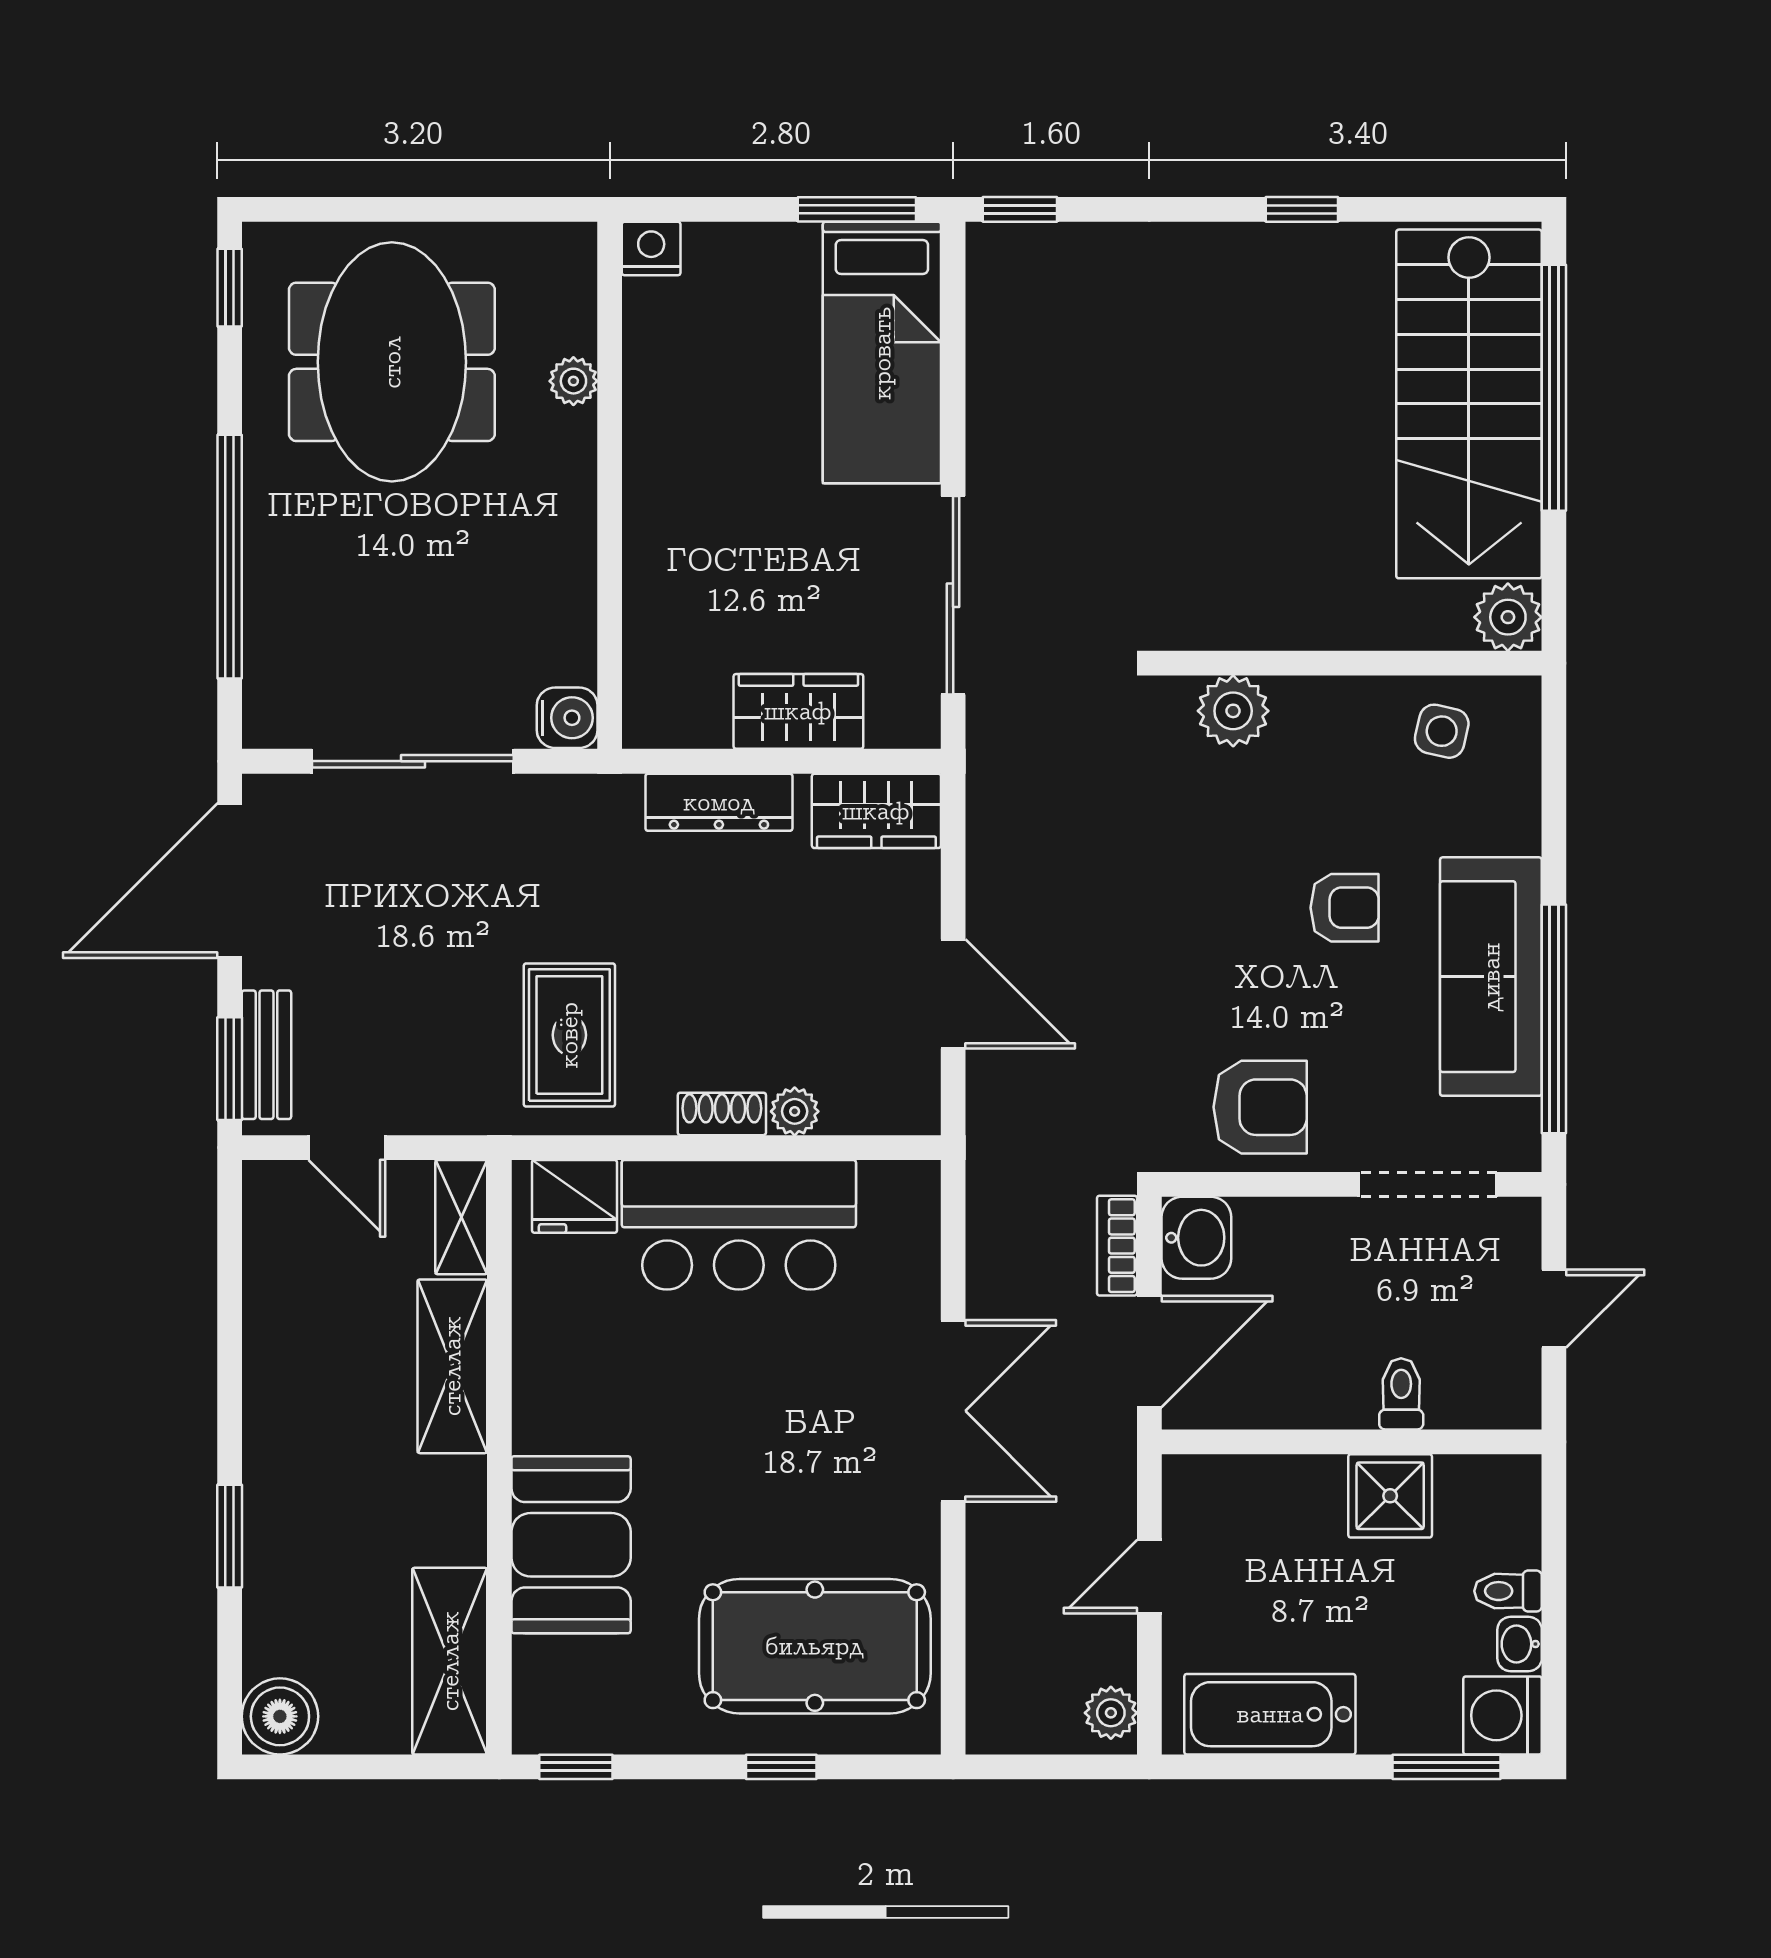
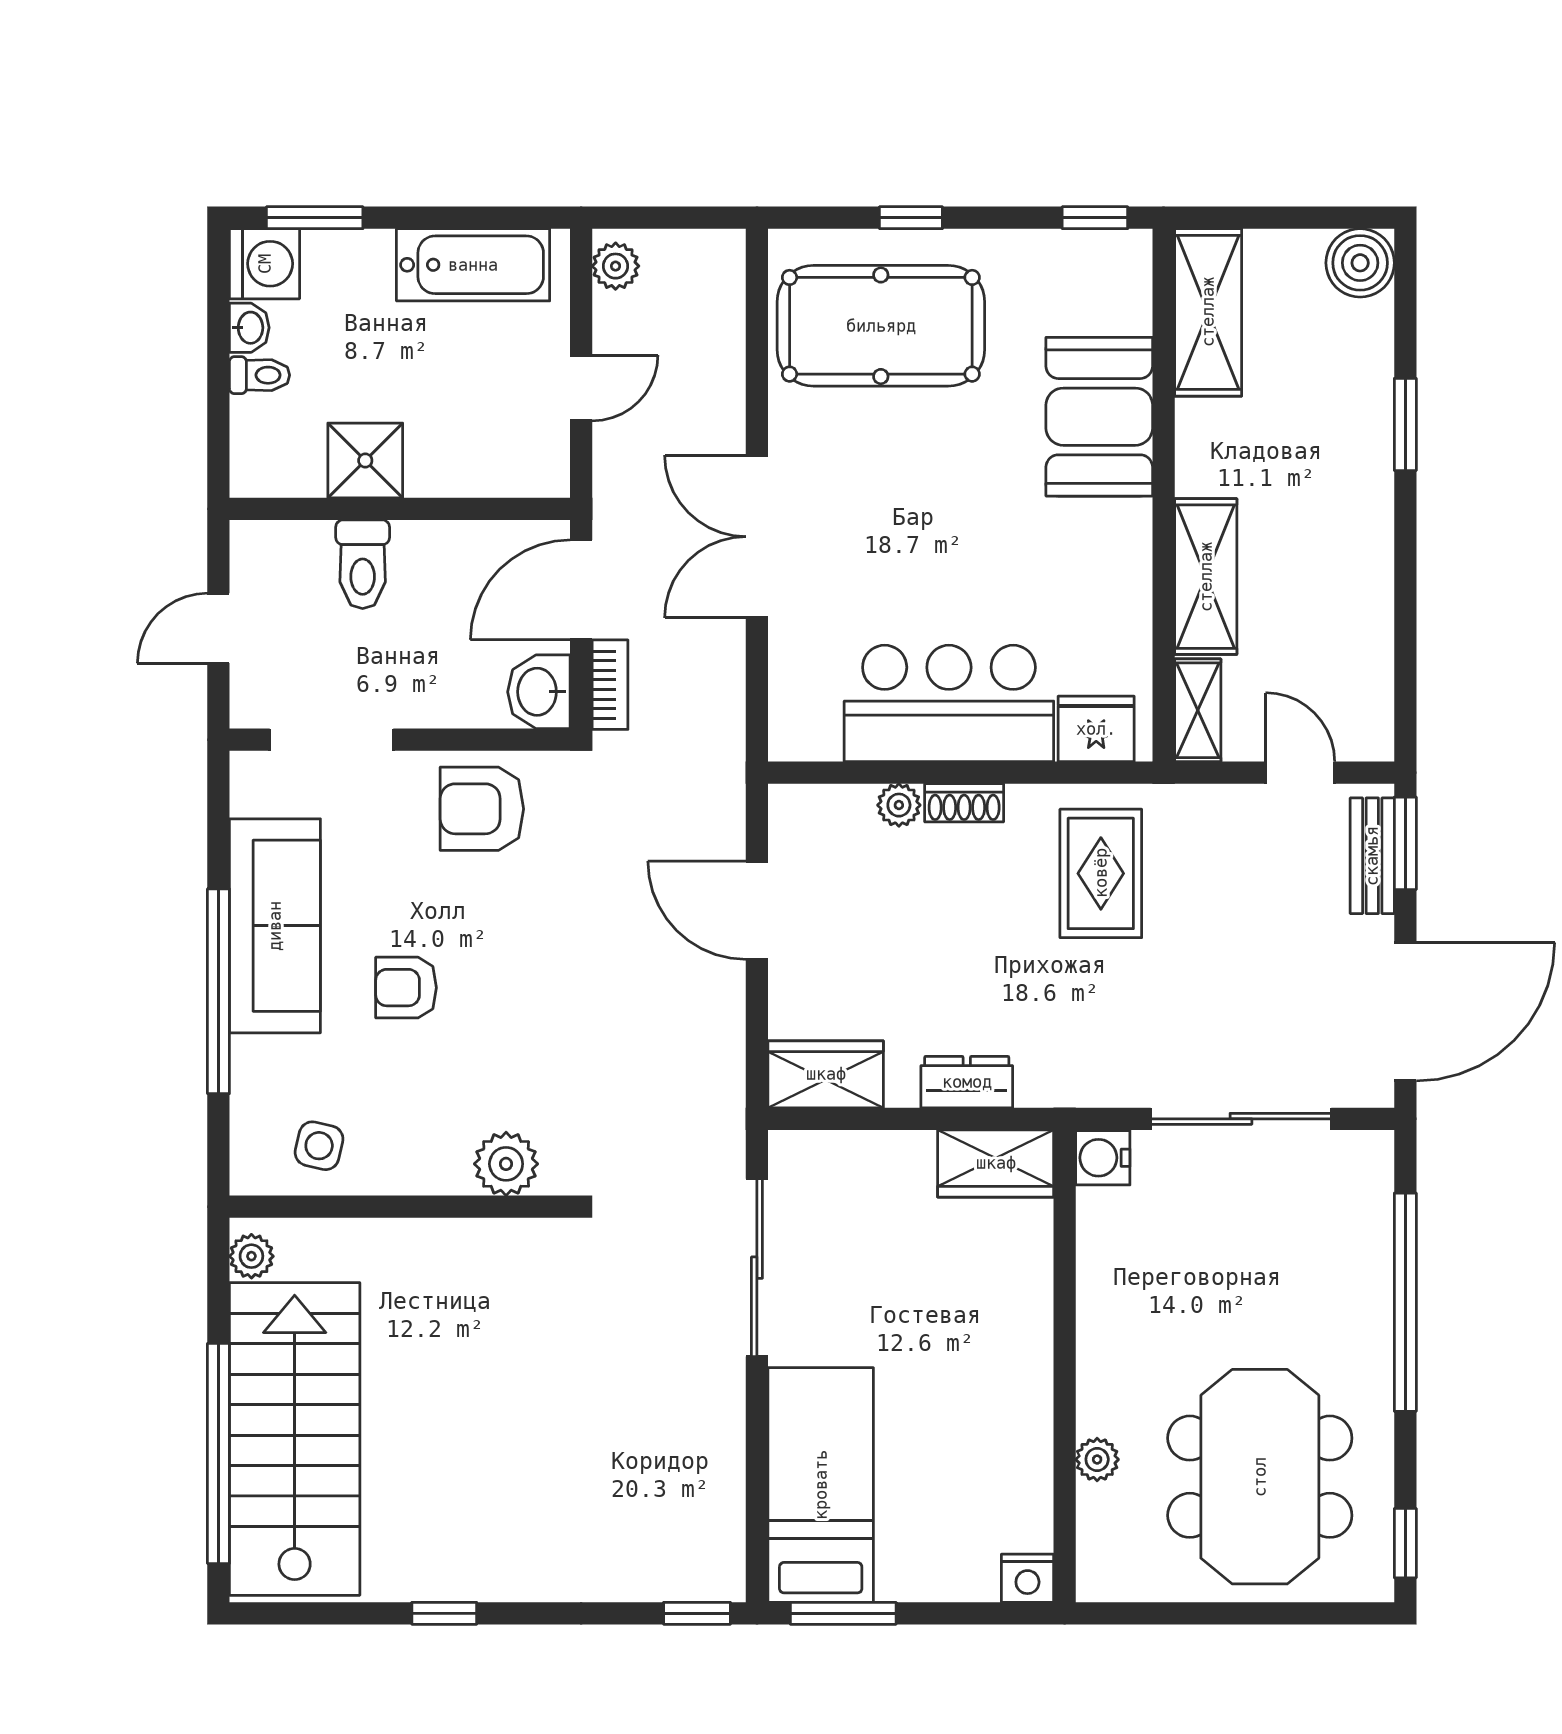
plant: (1508, 617) -> (251, 1256), width x0.73, depth x0.73
wardrobe: (798, 711) -> (996, 1163), moved
dresser: (719, 802) -> (967, 1082), width x0.70
window: (1554, 1019) -> (218, 991), moved
toilet: (1401, 1394) -> (363, 564), width x1.37, depth x1.39

